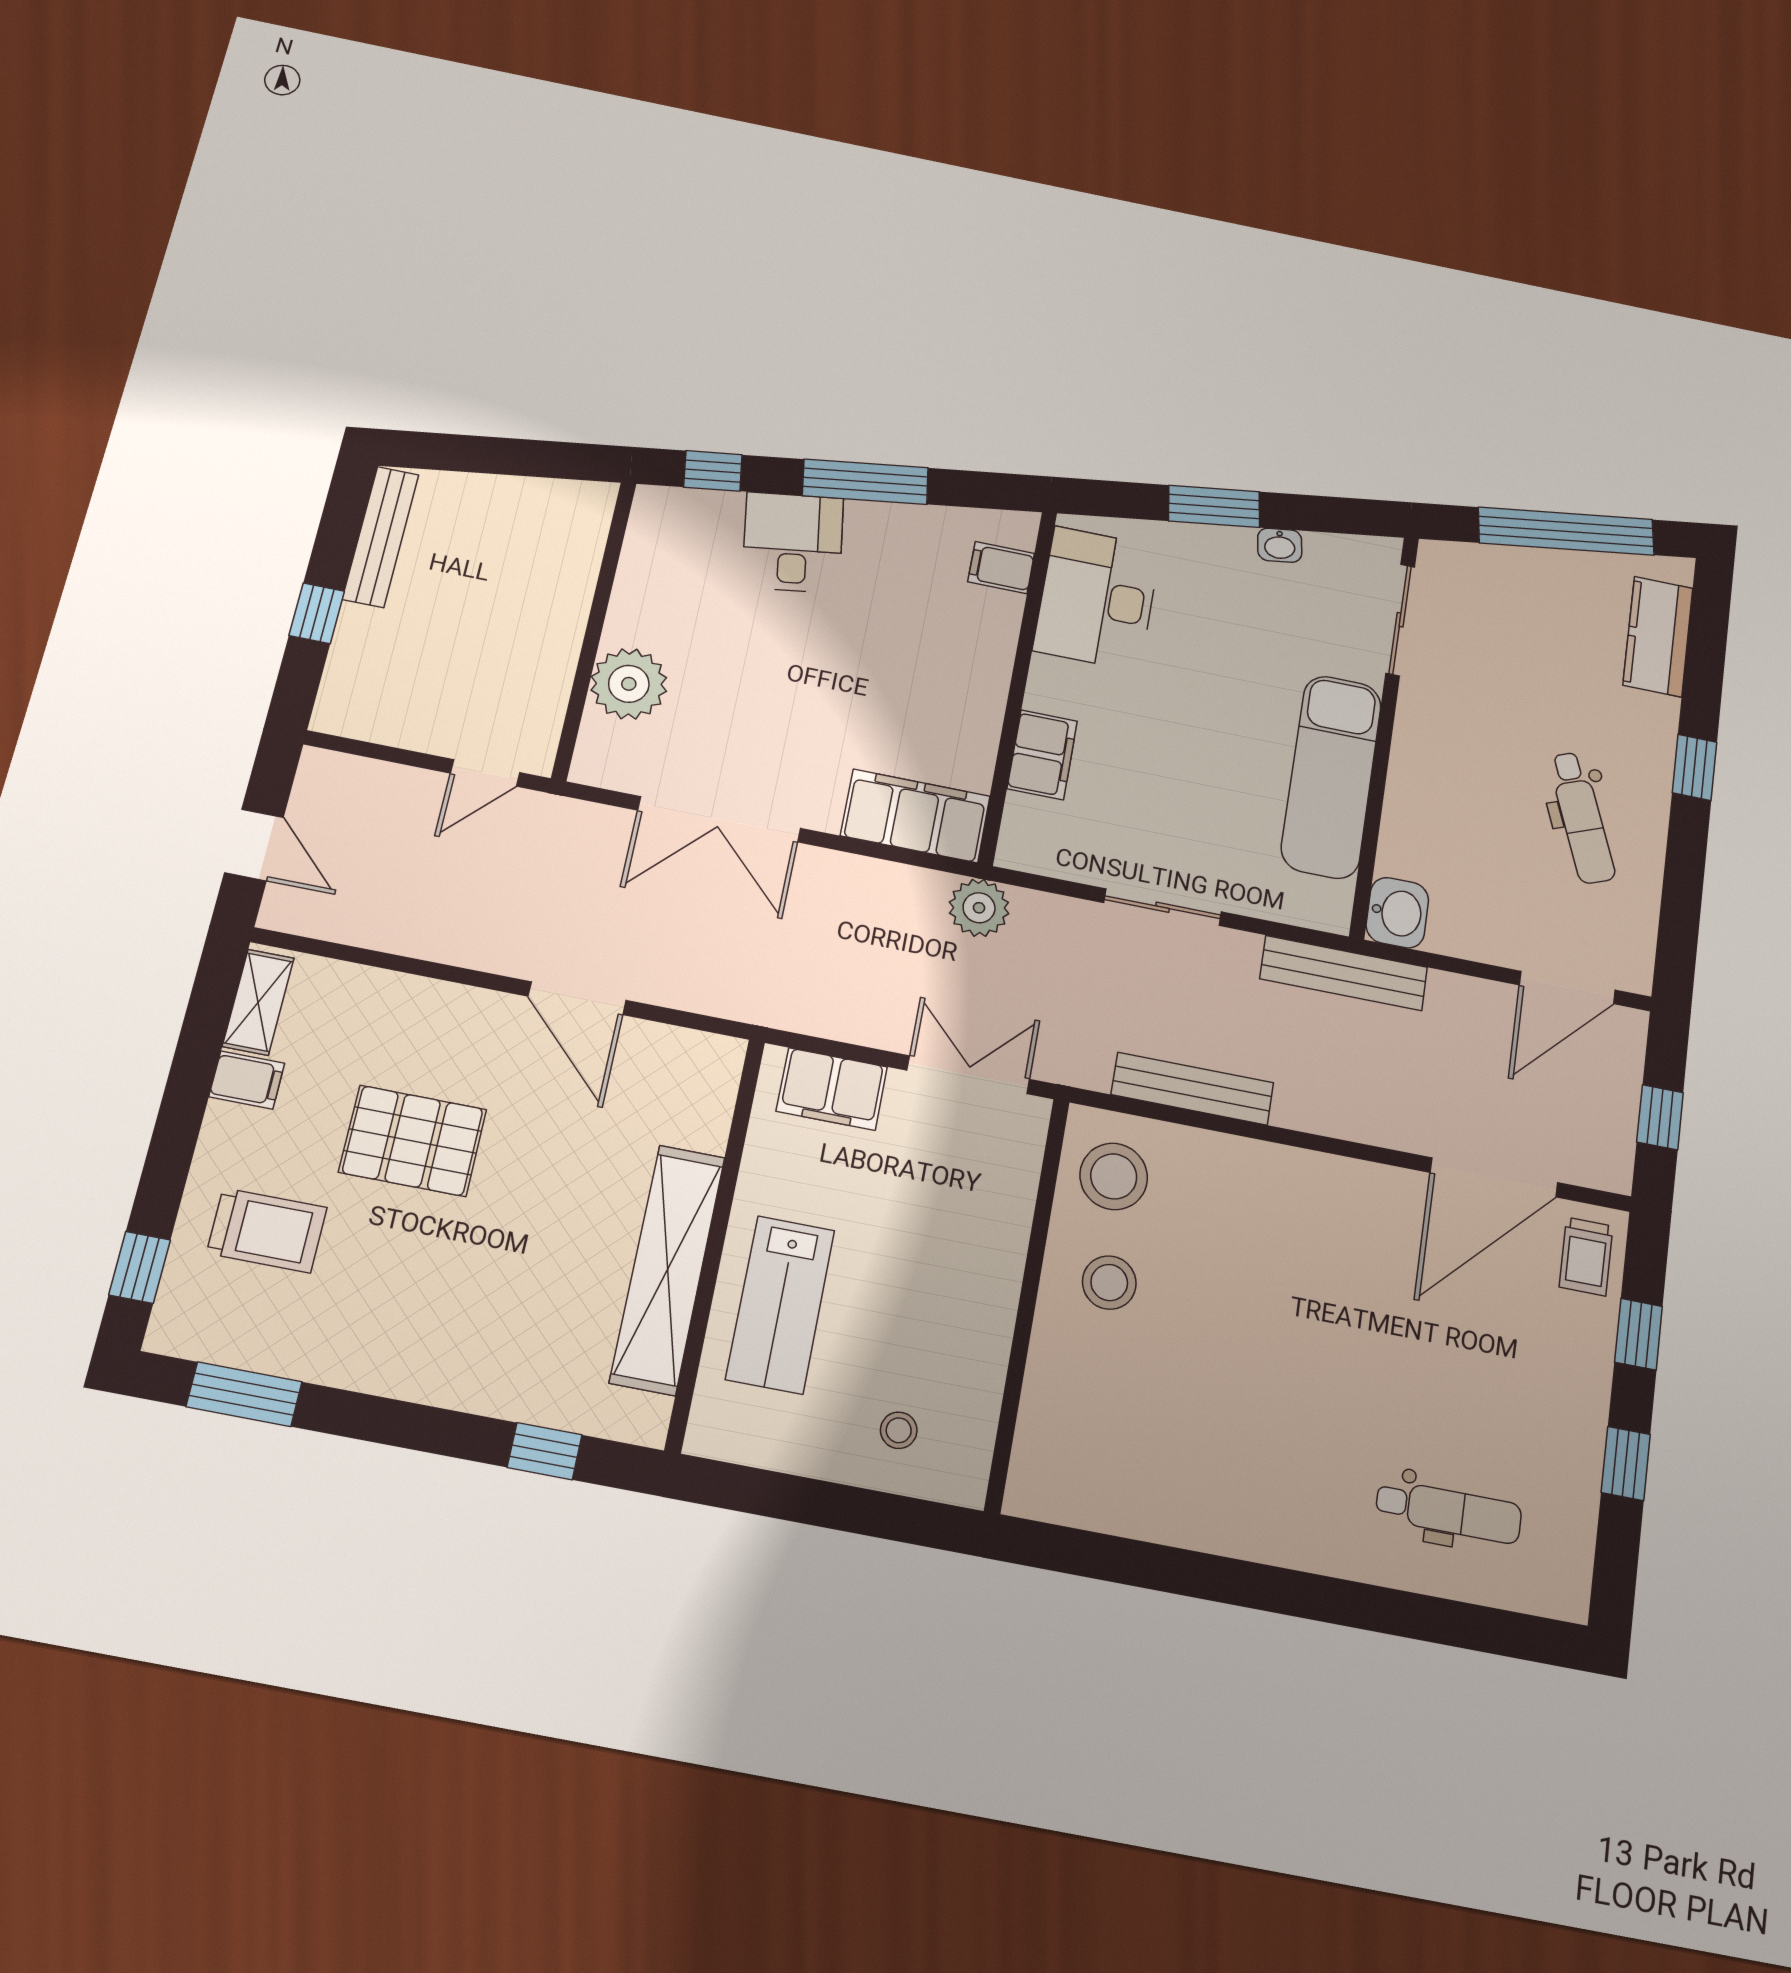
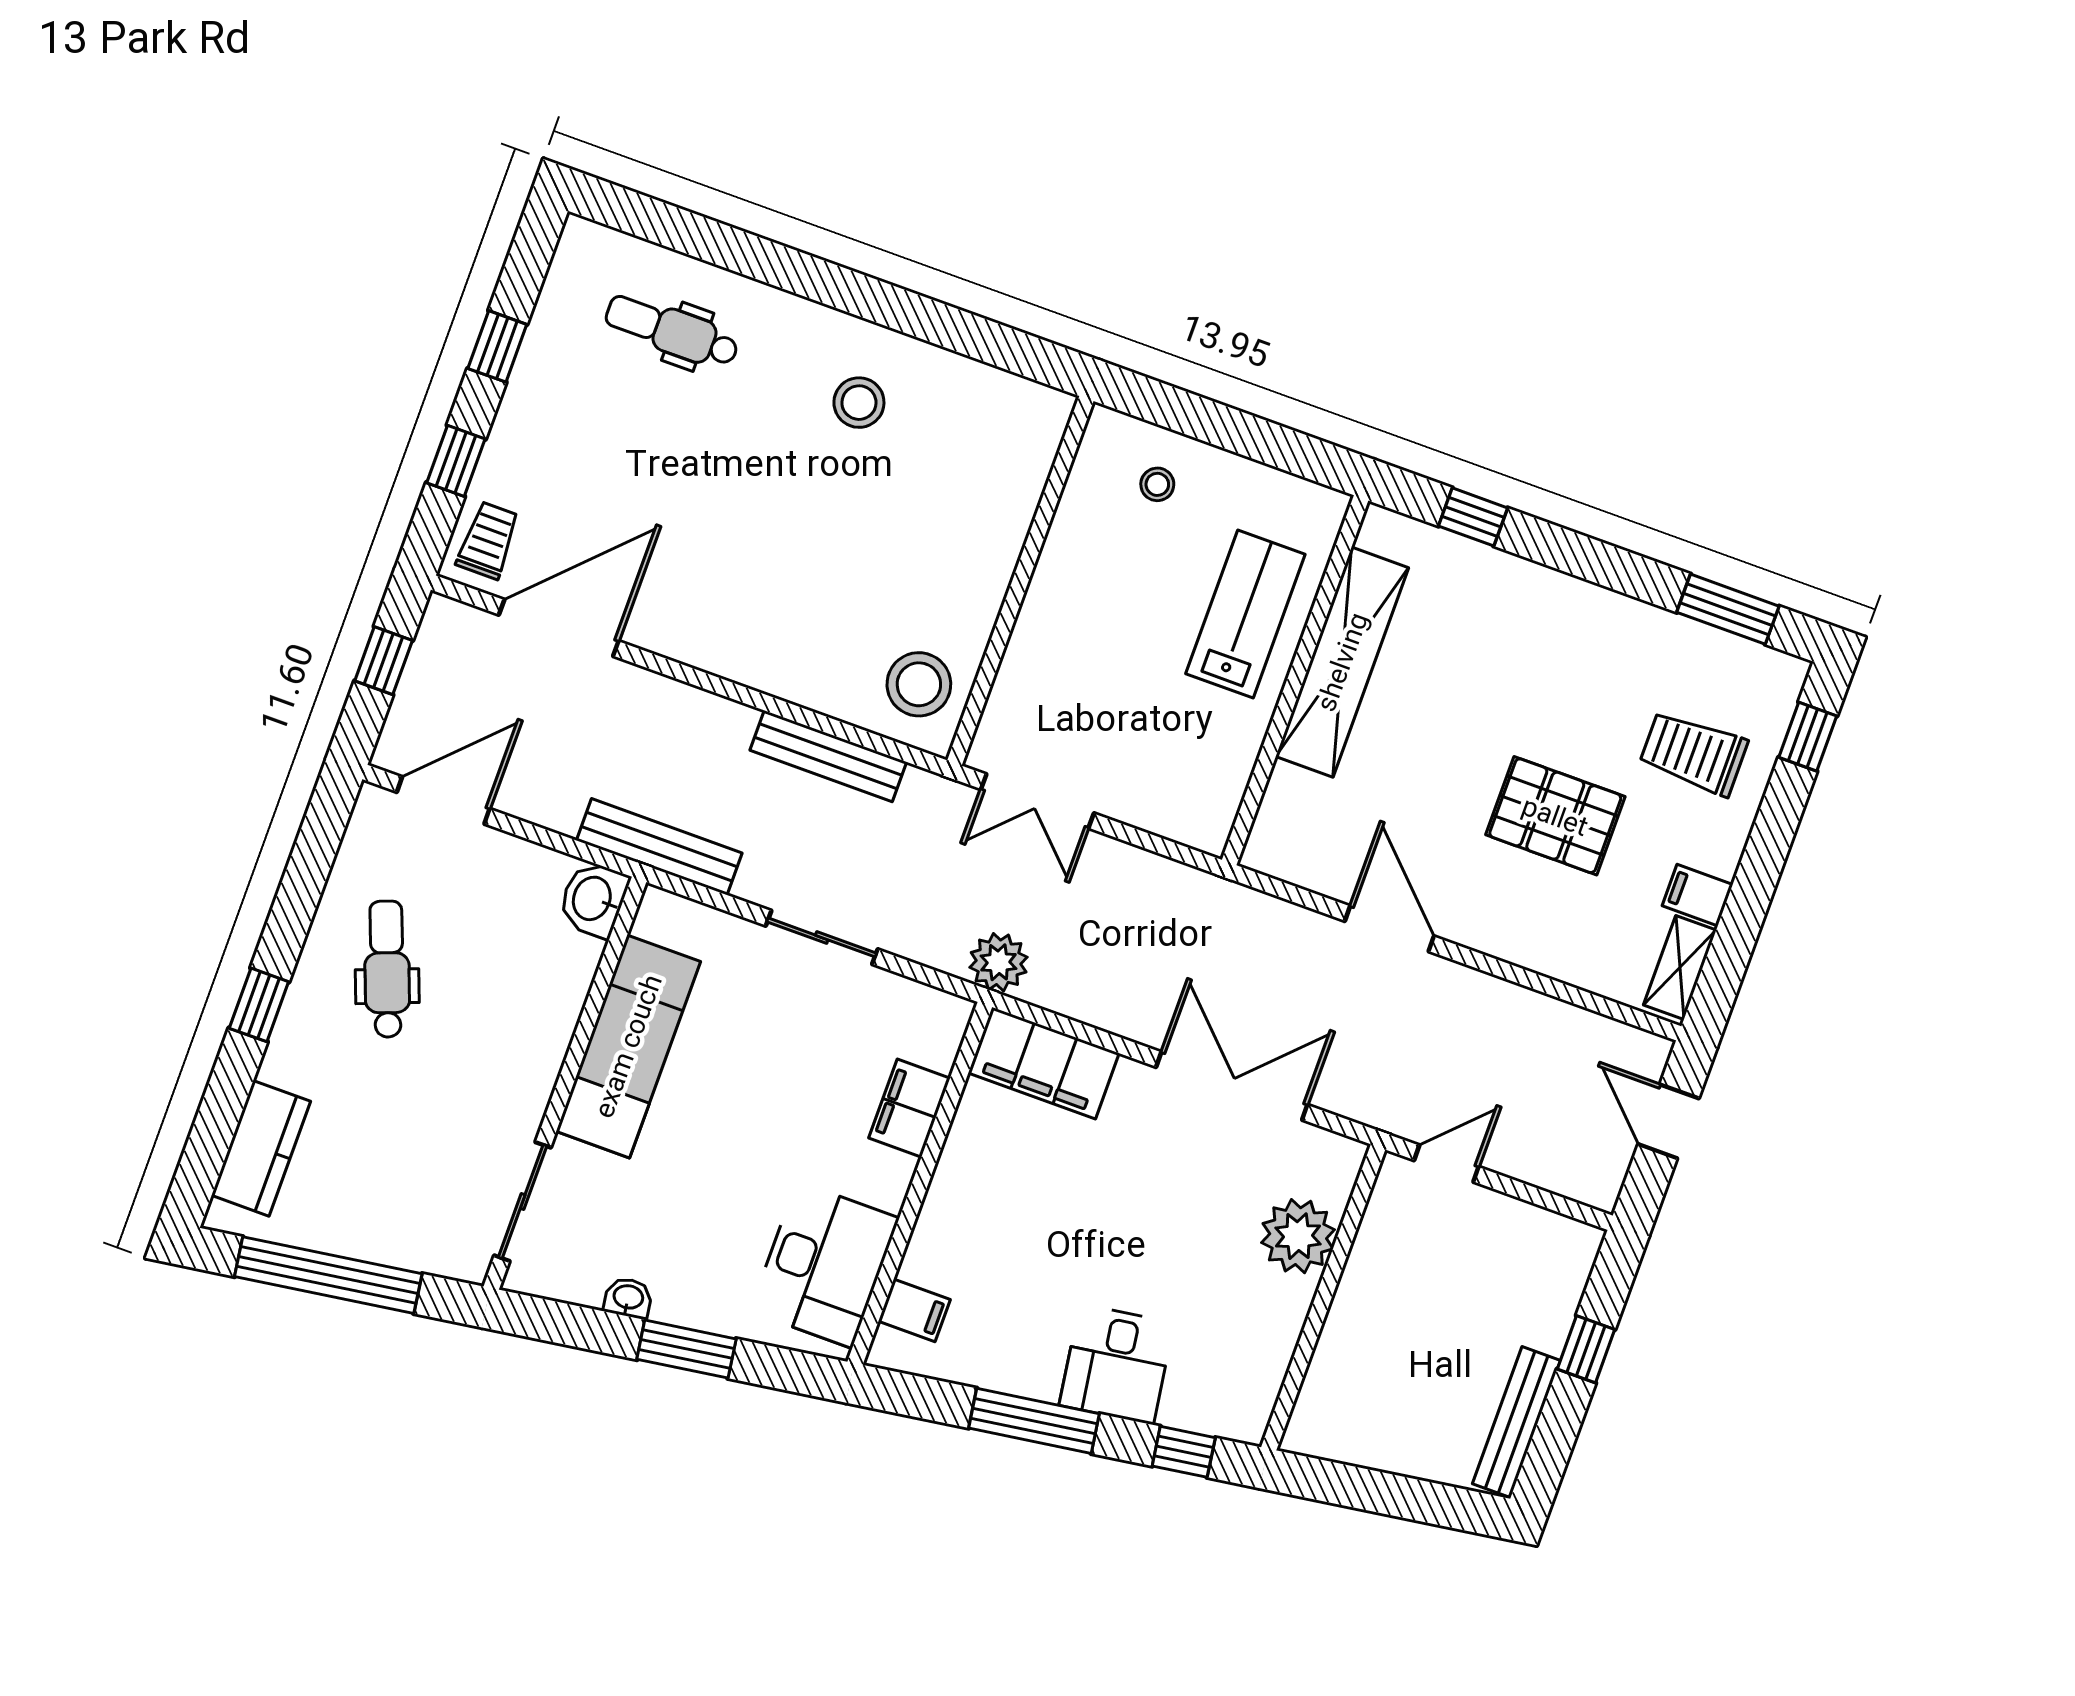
filing cabinet: (832, 1089) -> (1167, 807), removed
stool: (1109, 1283) -> (859, 403), moved

